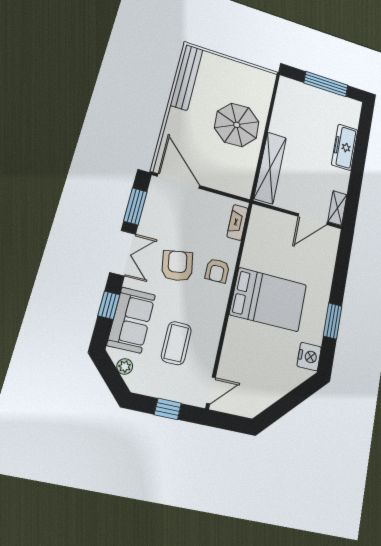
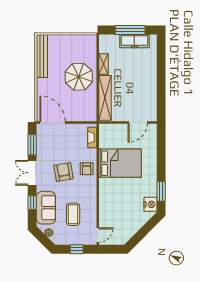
freezer: (345, 147) -> (134, 41), moved, turned -90
shelving: (337, 208) -> (104, 64), moved
double door: (123, 253) -> (32, 173), swing flipped
bed: (268, 300) -> (120, 163), moved
window: (333, 321) -> (161, 191), moved

